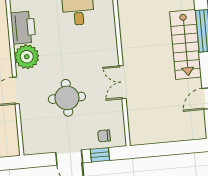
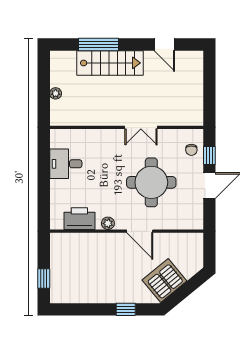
plant: (27, 57) -> (108, 223), width x0.53, depth x0.53
round table: (67, 98) -> (151, 182), width x1.36, depth x1.36

